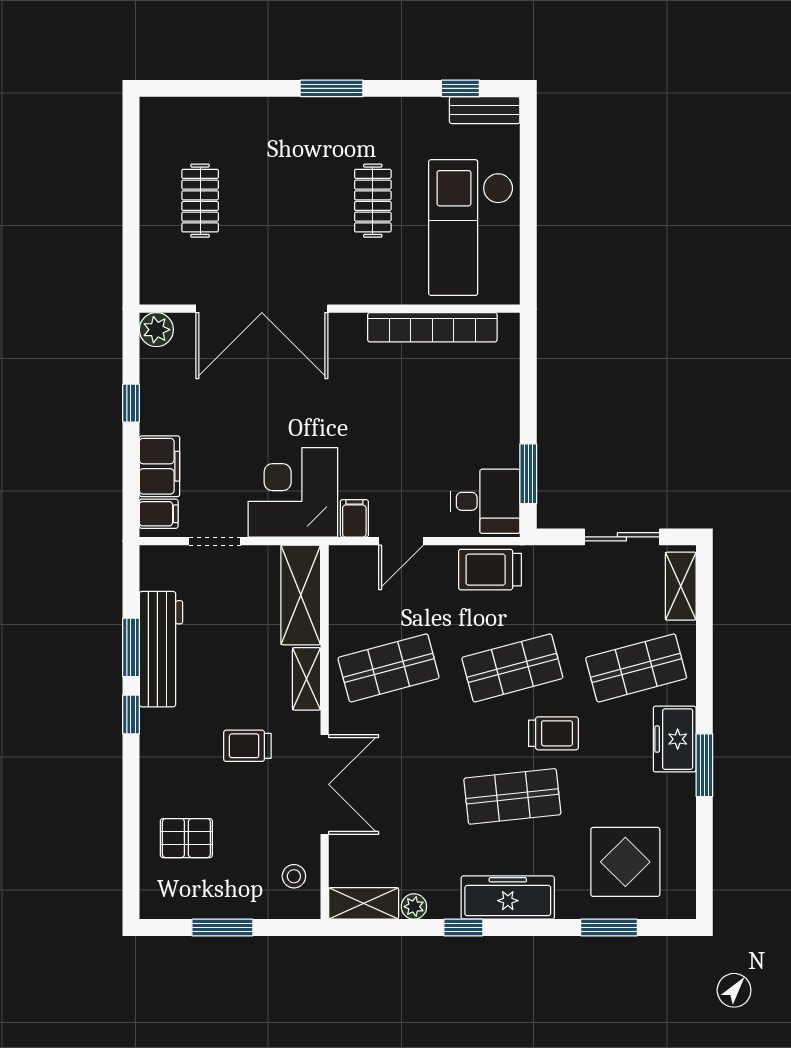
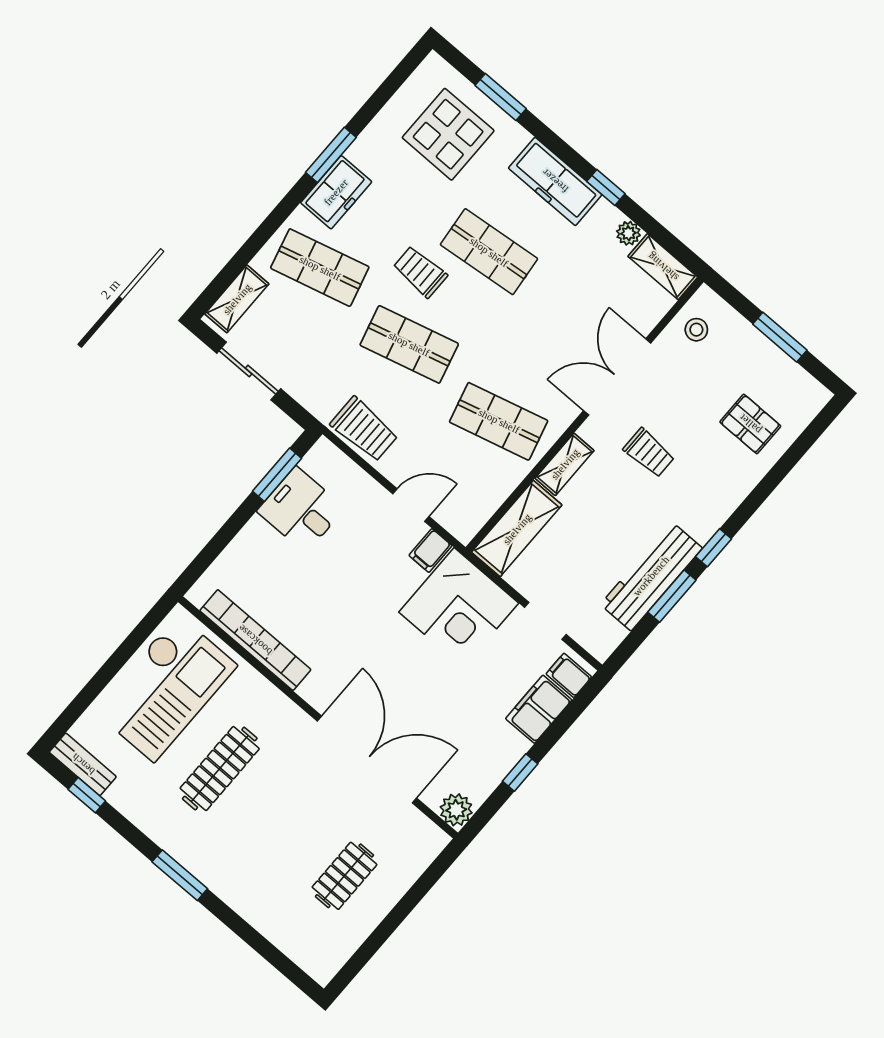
clothes rail: (373, 201) -> (220, 769), width x1.36
desk: (485, 501) -> (301, 510), moved

